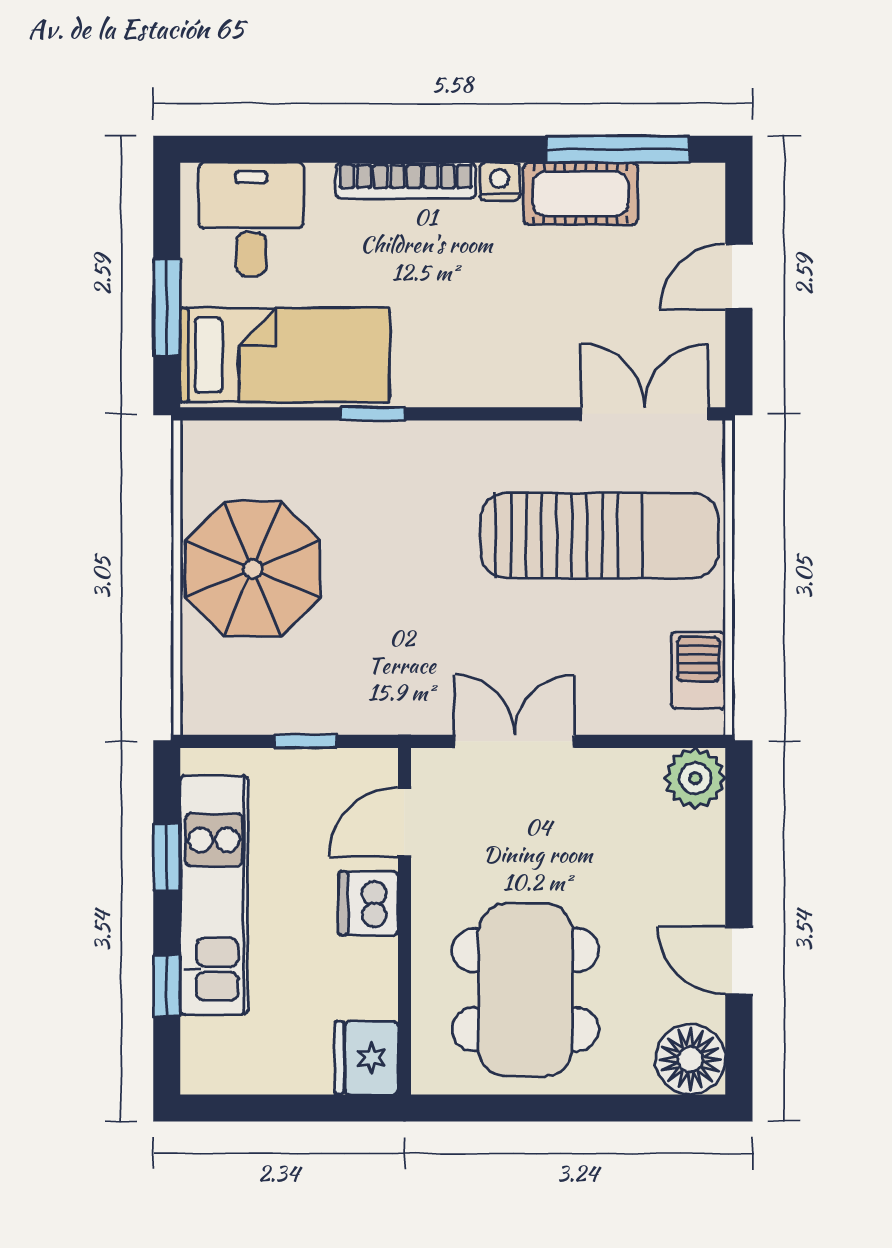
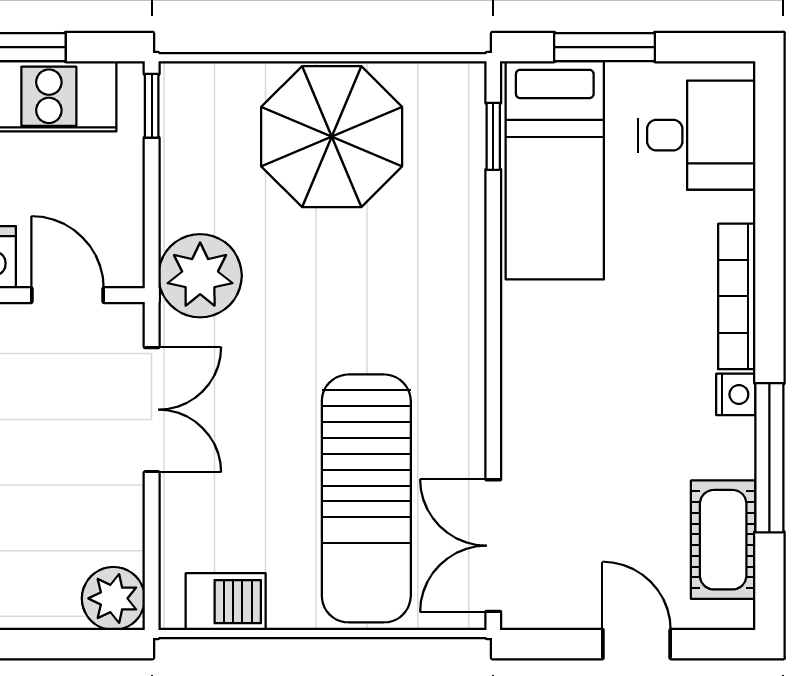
window: (618, 149) -> (769, 458), moved
cot: (581, 194) -> (723, 540), moved
window: (373, 414) -> (493, 136), moved
double door: (645, 414) -> (493, 546), swing flipped
plant: (386, 695) -> (200, 276), added
window: (305, 741) -> (152, 106), moved

